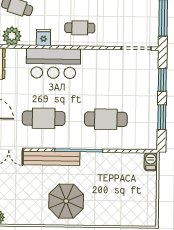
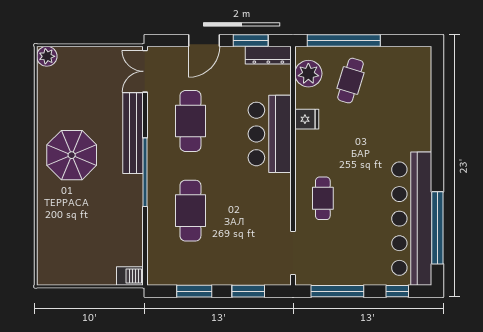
cafe table: (80, 28) -> (323, 198), moved

